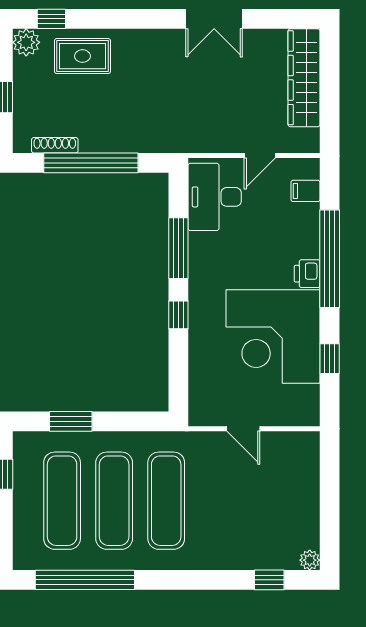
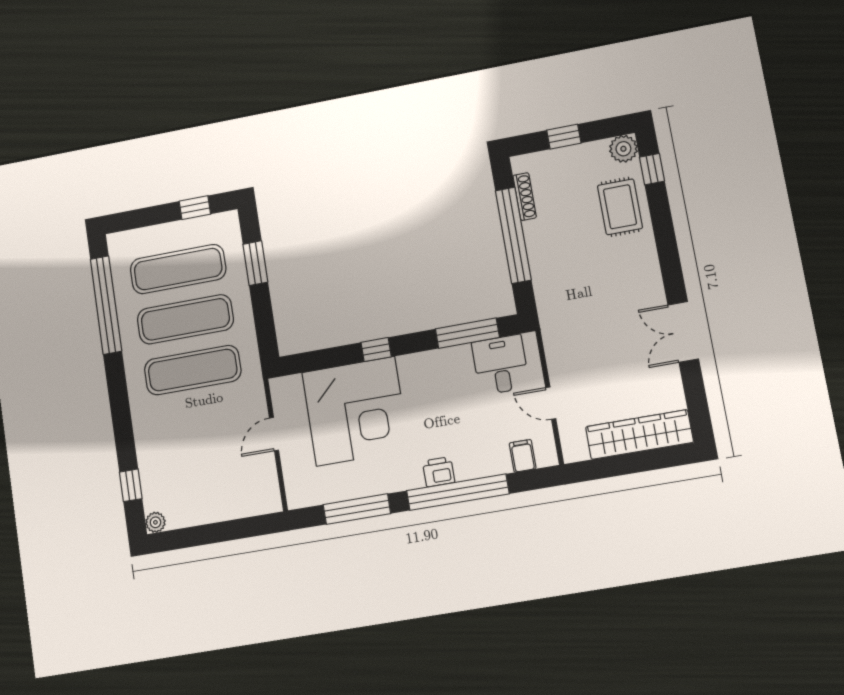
desk: (215, 197) -> (501, 365), width x0.73
window: (178, 248) -> (467, 333), moved
corner desk: (273, 337) -> (356, 411), moved, turned 180
window: (330, 359) -> (357, 509), width x2.17

